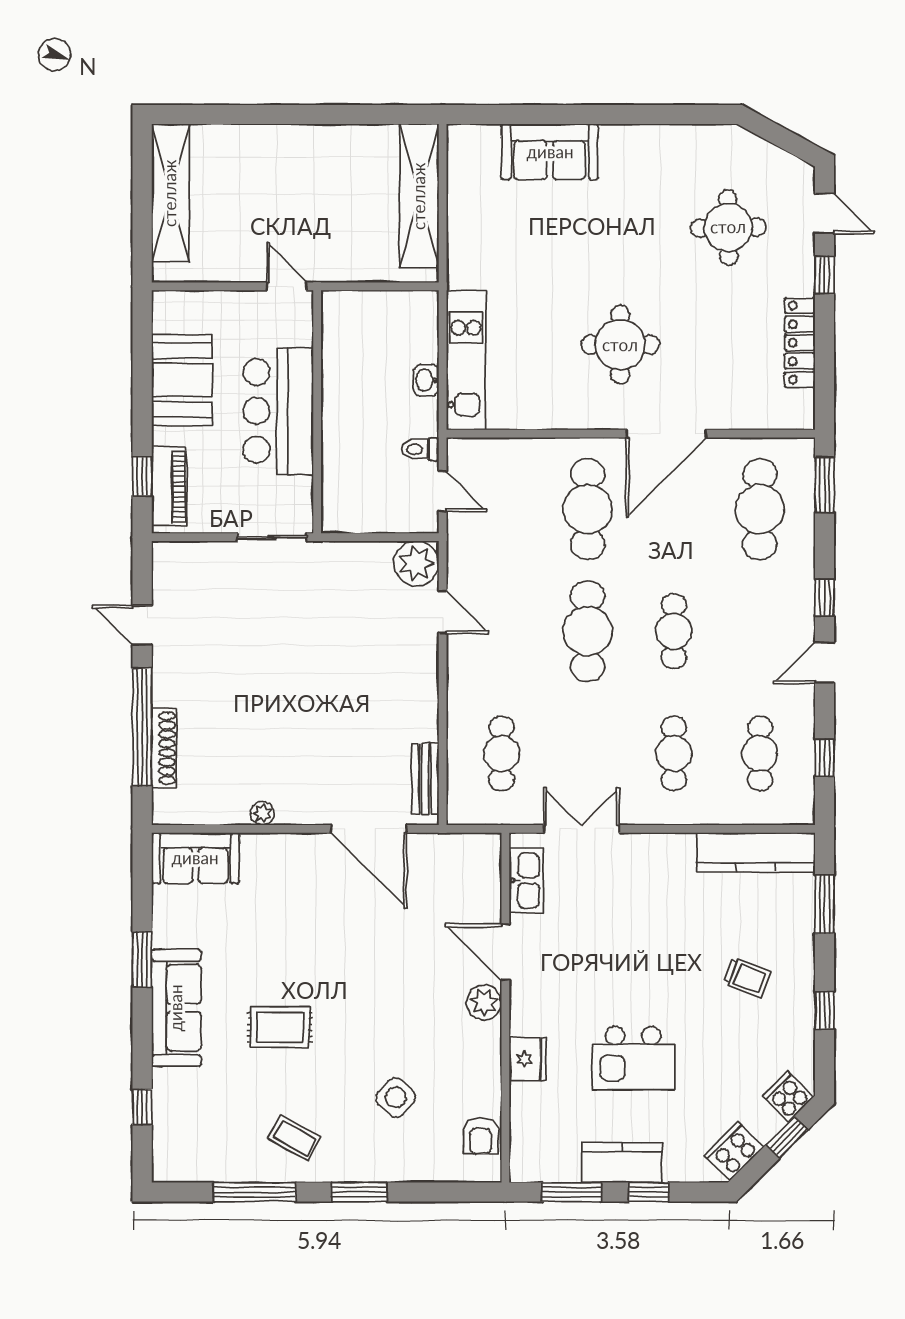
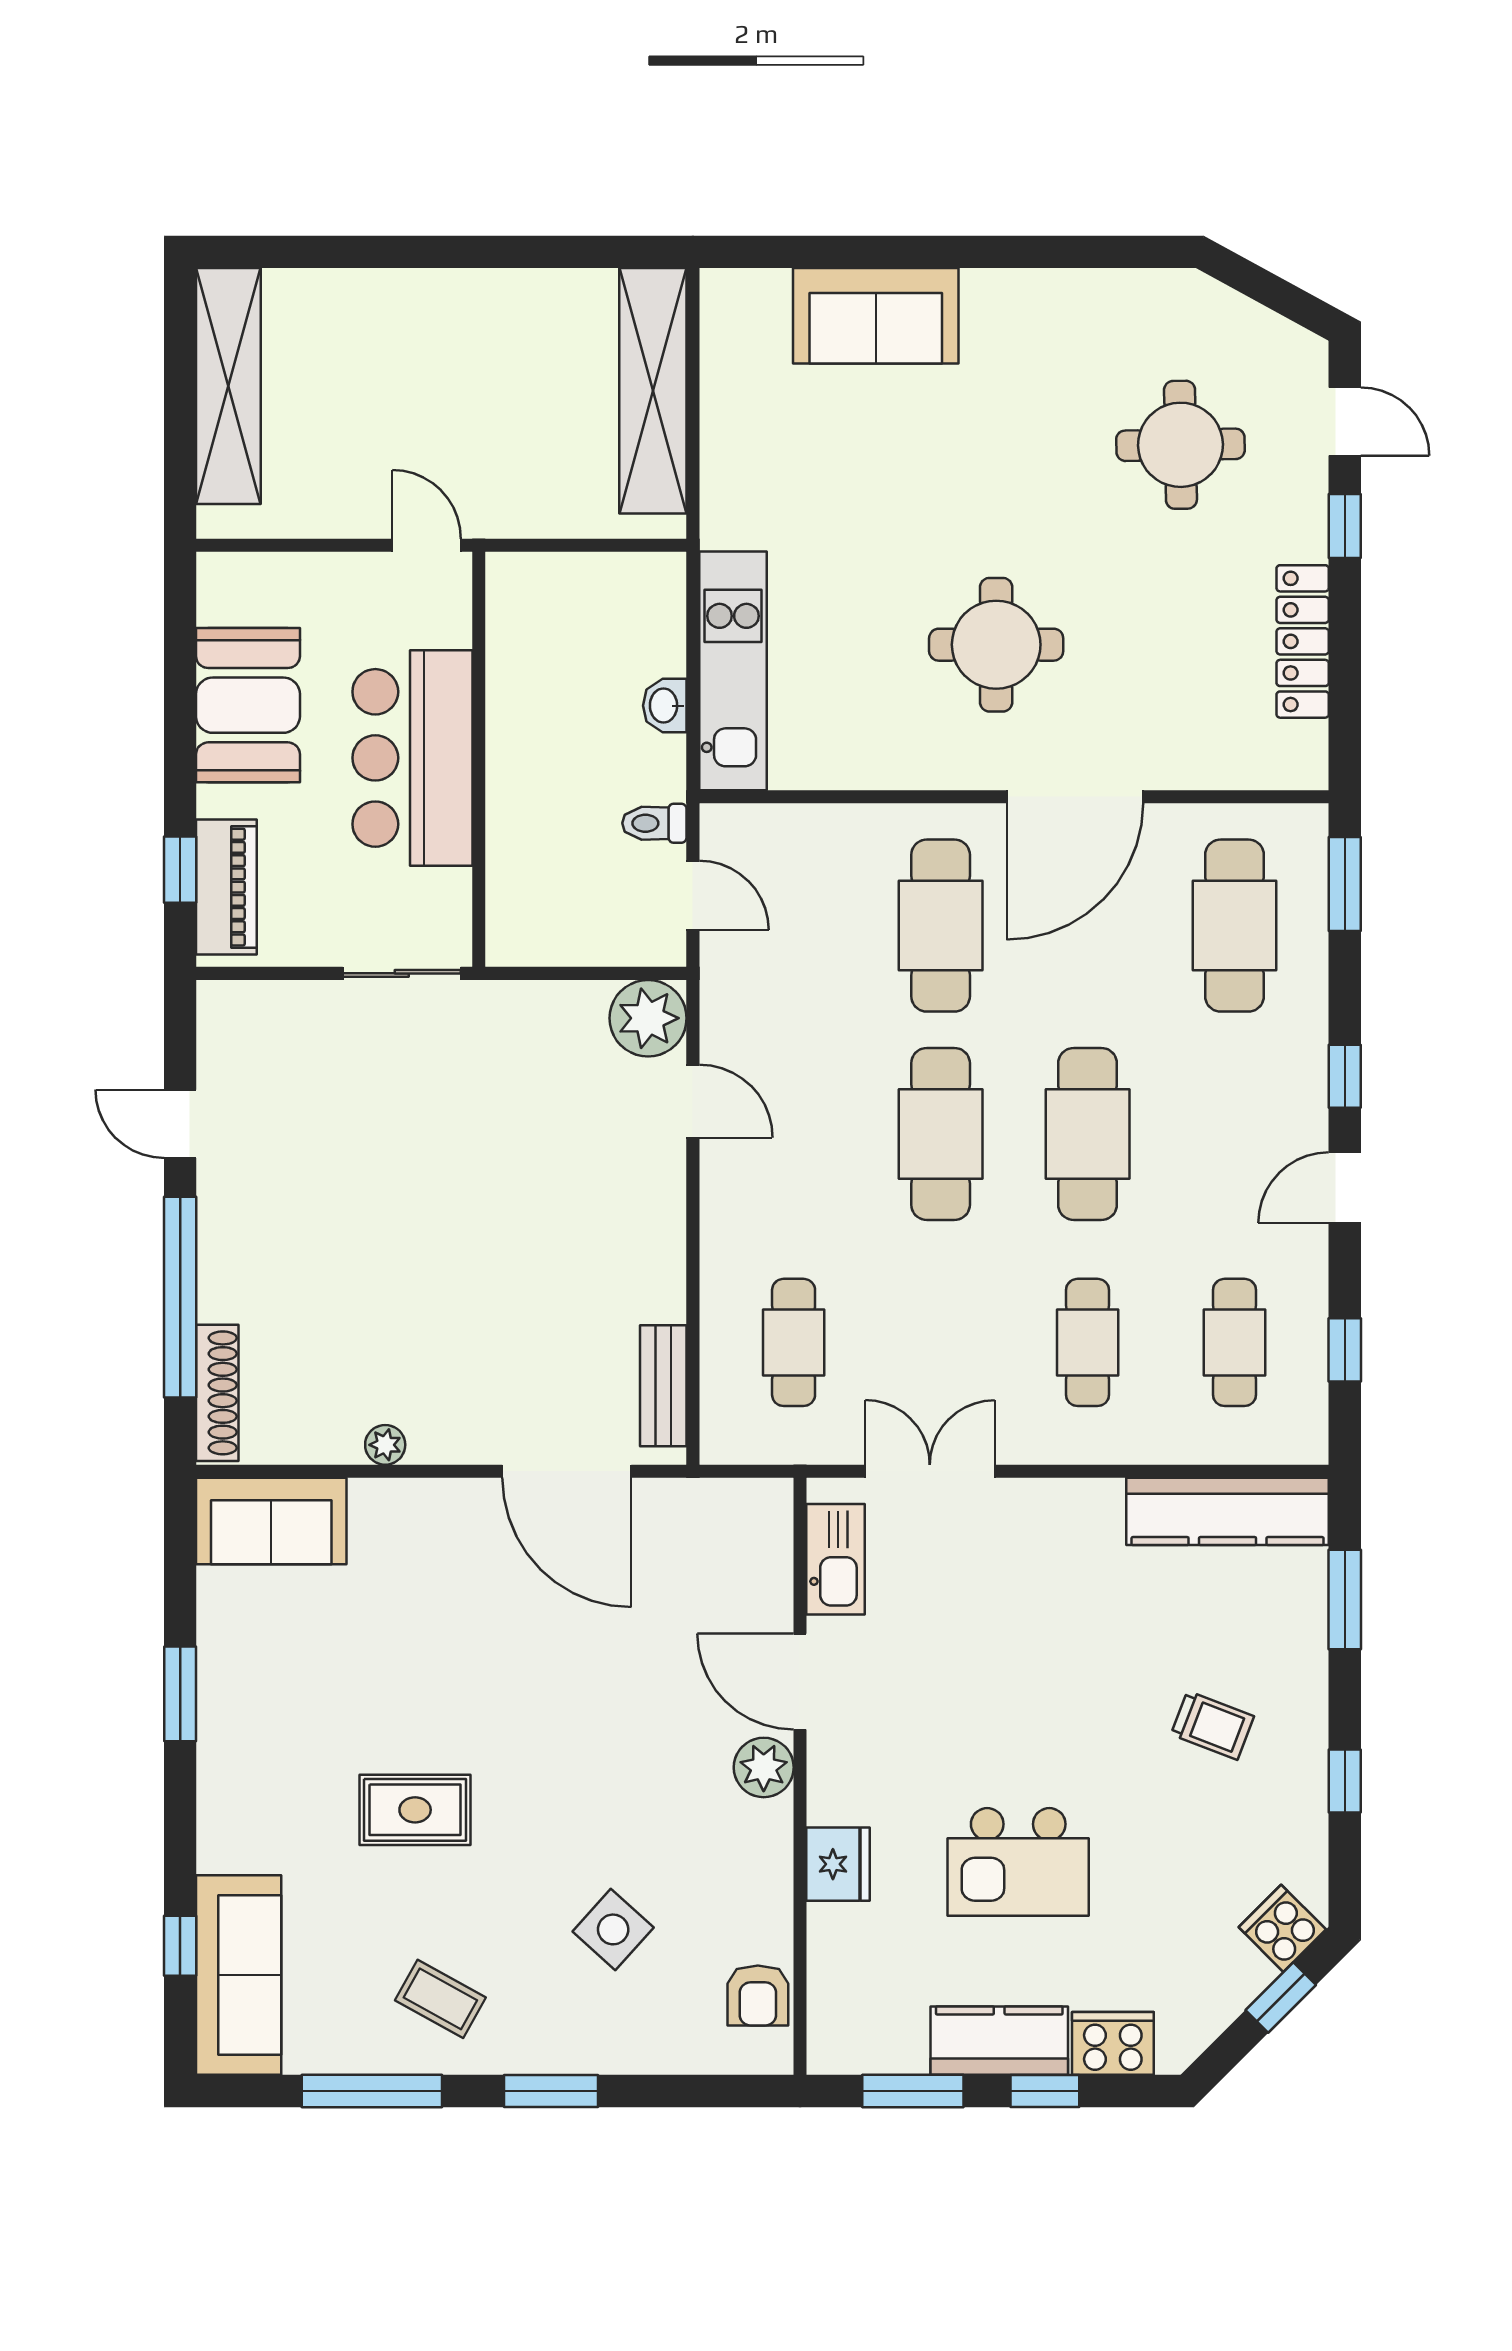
cafe table: (674, 631) -> (1088, 1134), width x1.37, depth x1.35
shoe rack: (164, 748) -> (217, 1393), moved
sofa: (176, 1008) -> (239, 1975), moved
cooker: (734, 1151) -> (1113, 2043), moved, turned 45

